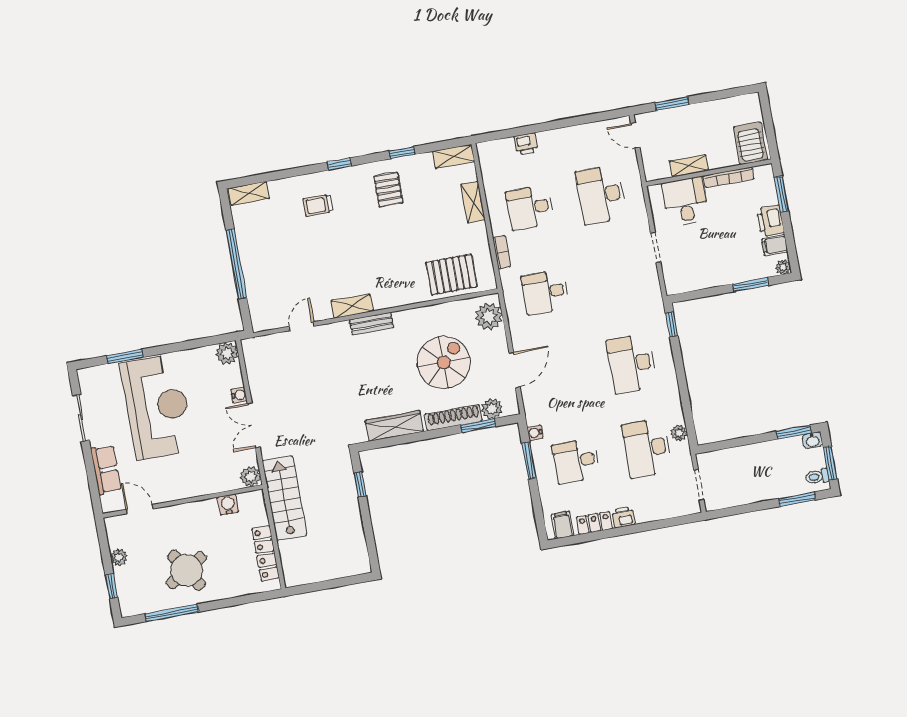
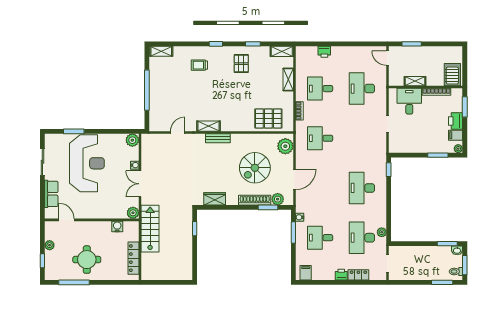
spiral stairs: (444, 362) -> (255, 168), turned 180
wardrobe: (394, 426) -> (215, 199), width x0.67
locker: (594, 523) -> (358, 275), moved
round table: (186, 570) -> (87, 260), turned 32

